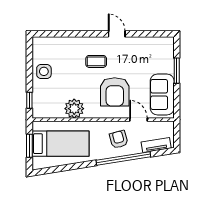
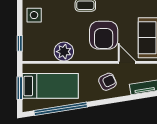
armchair: (119, 139) -> (107, 82), turned 79
window: (123, 158) -> (61, 109), moved

